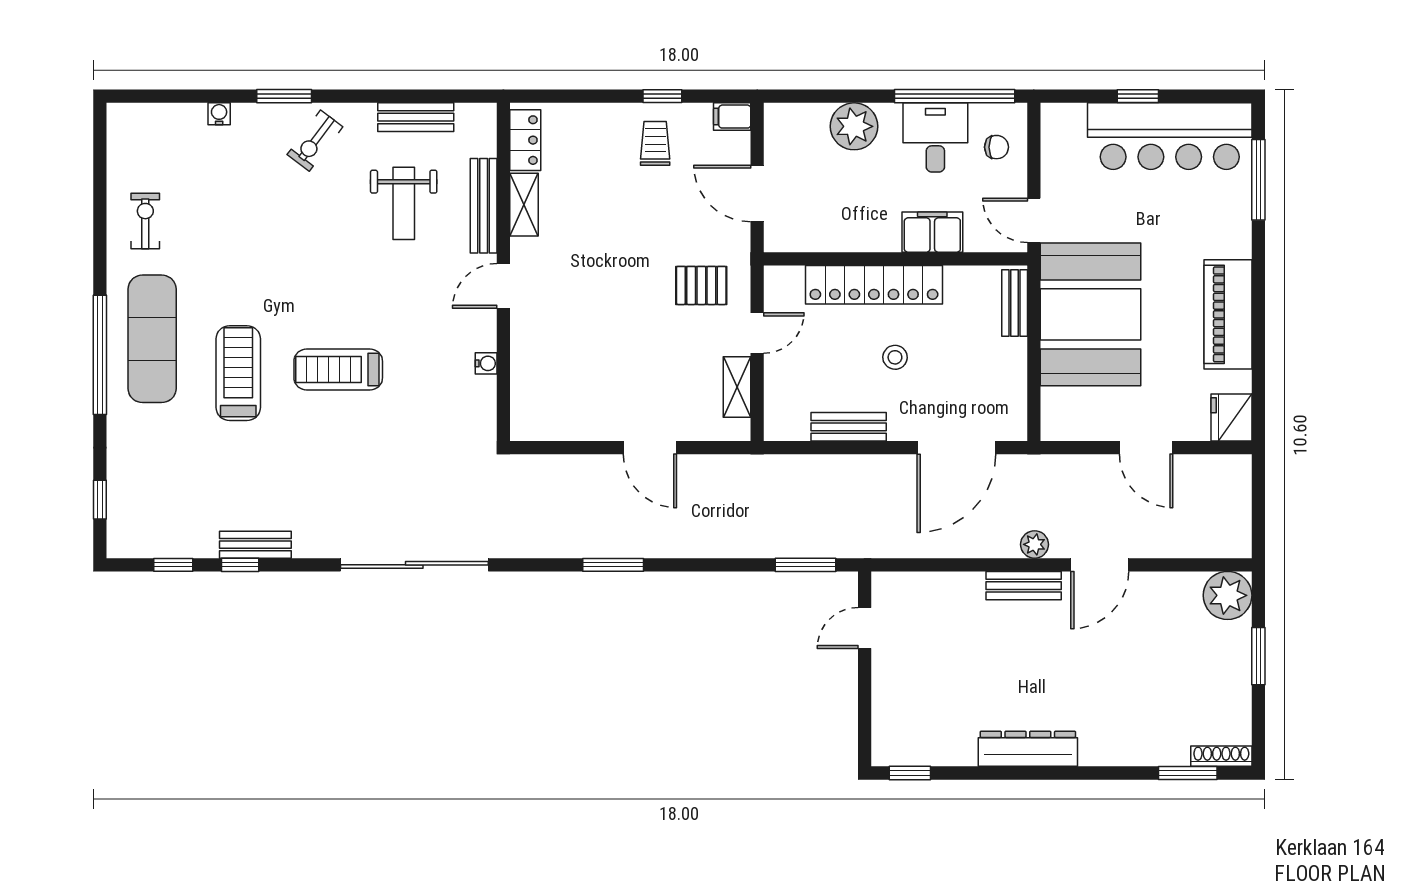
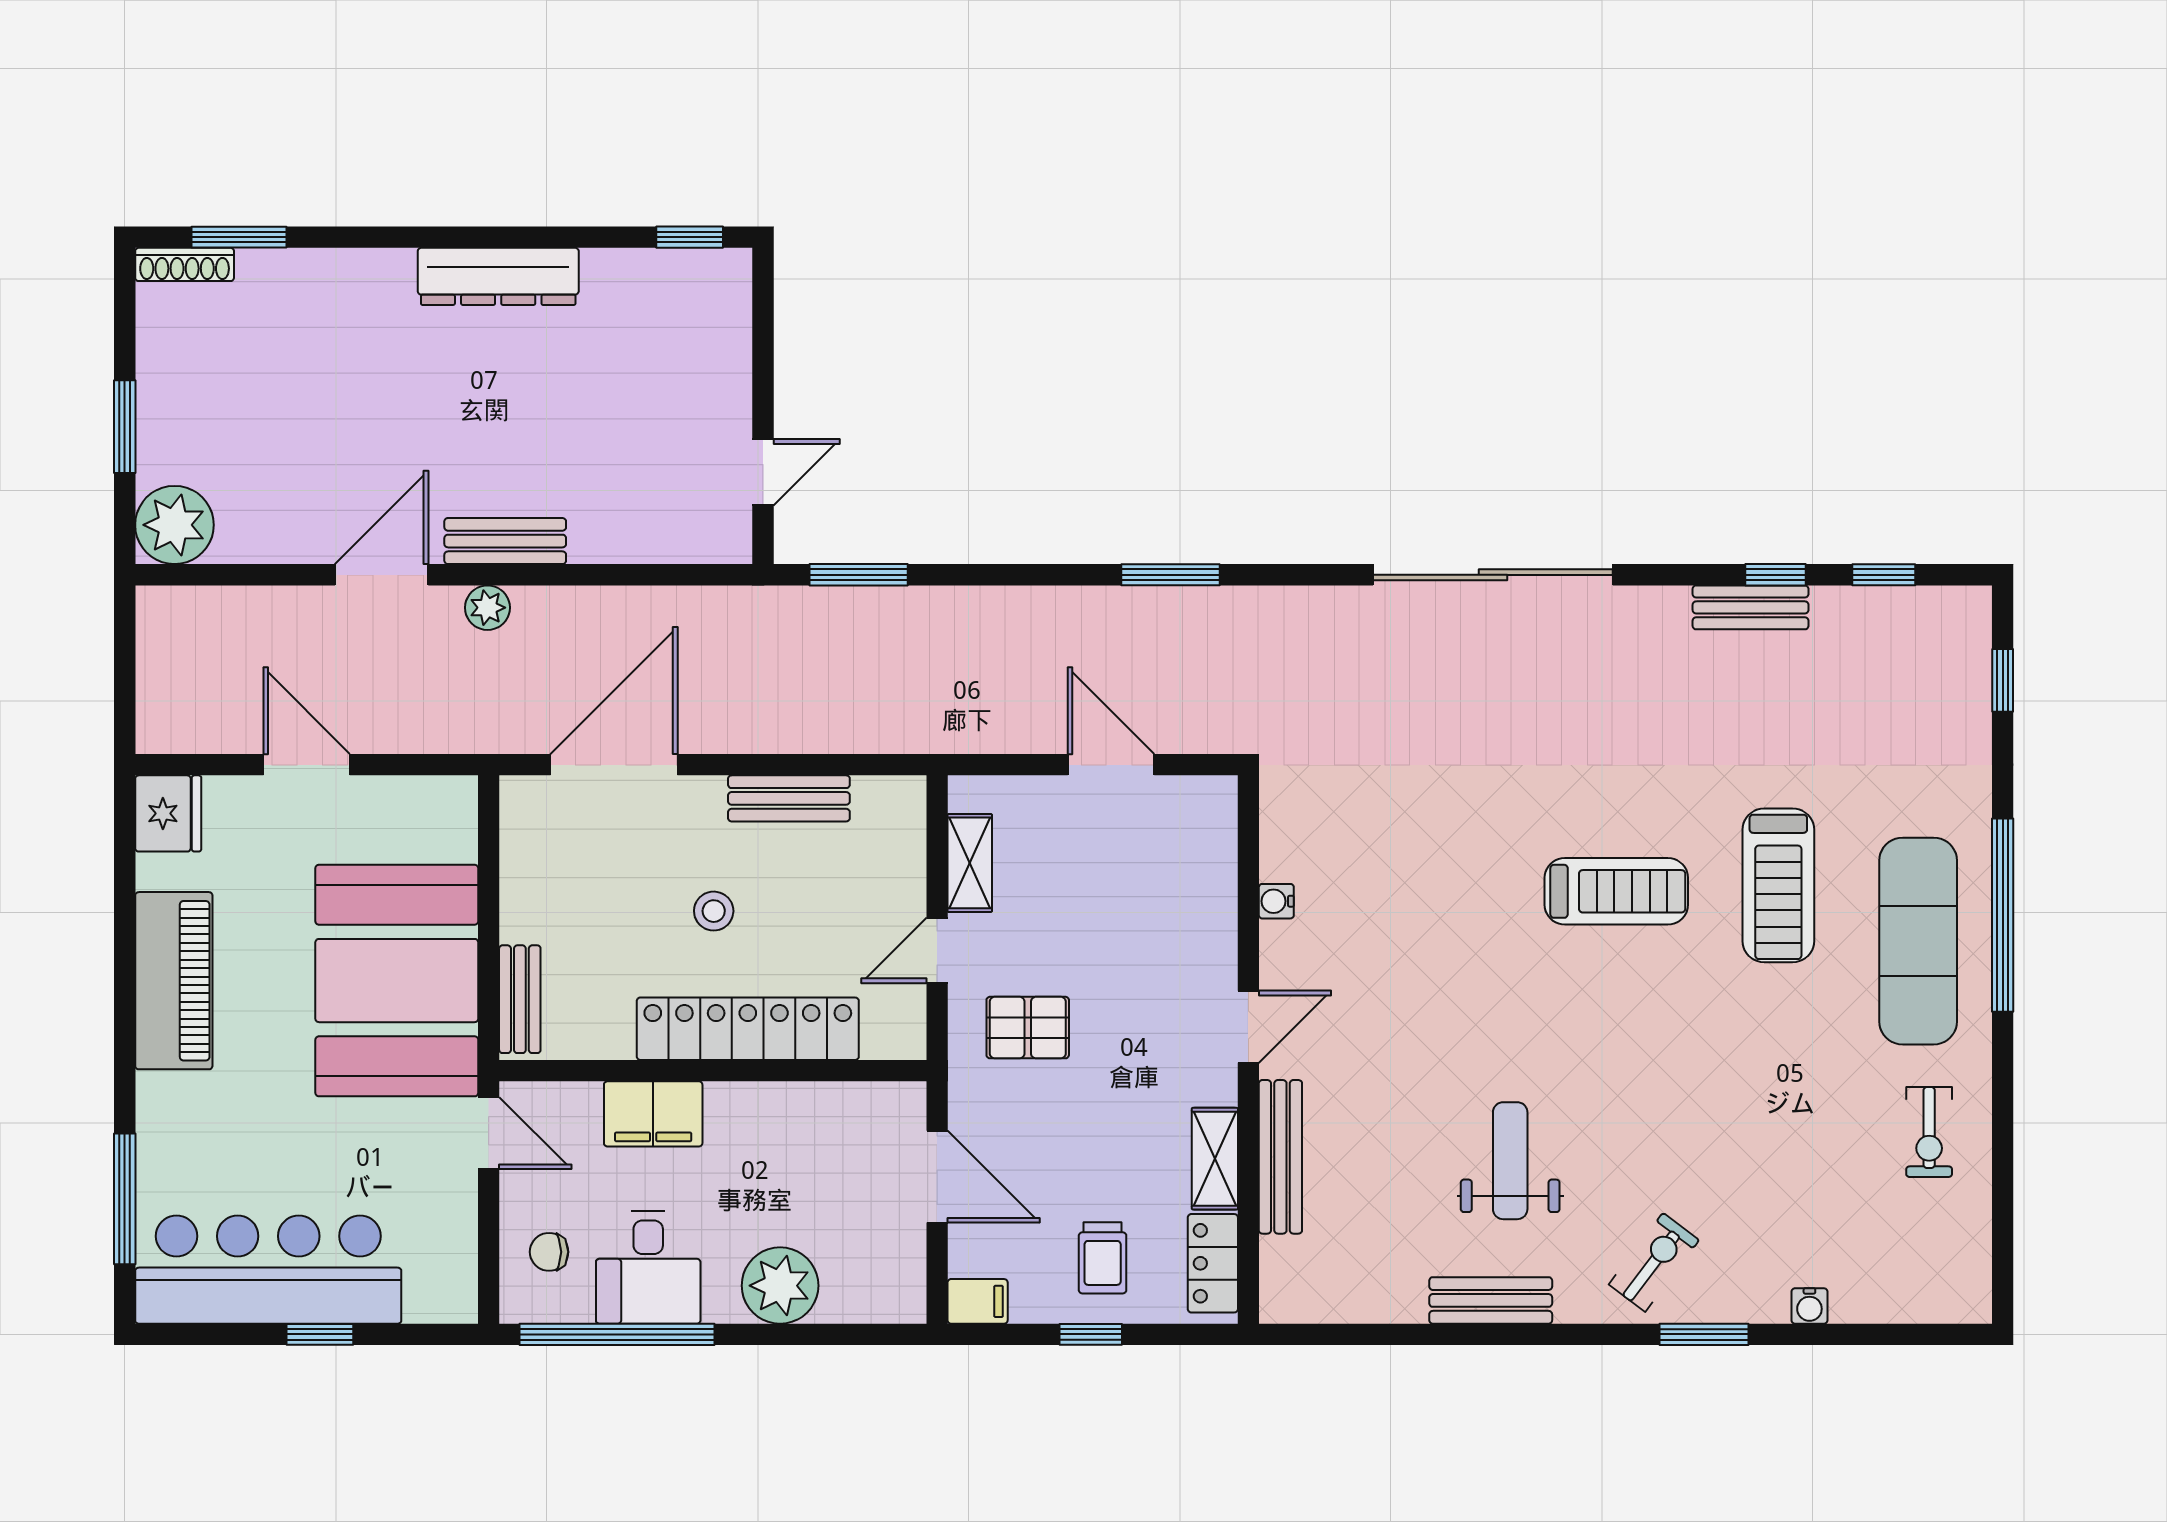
locker: (525, 140) -> (1213, 1263), moved
shelving: (524, 205) -> (1215, 1159), moved
bench: (484, 206) -> (1280, 1157), moved
wall: (503, 272) -> (1248, 1050), moved
door: (503, 286) -> (1248, 1027), moved
water cooler: (486, 363) -> (1276, 901), moved

